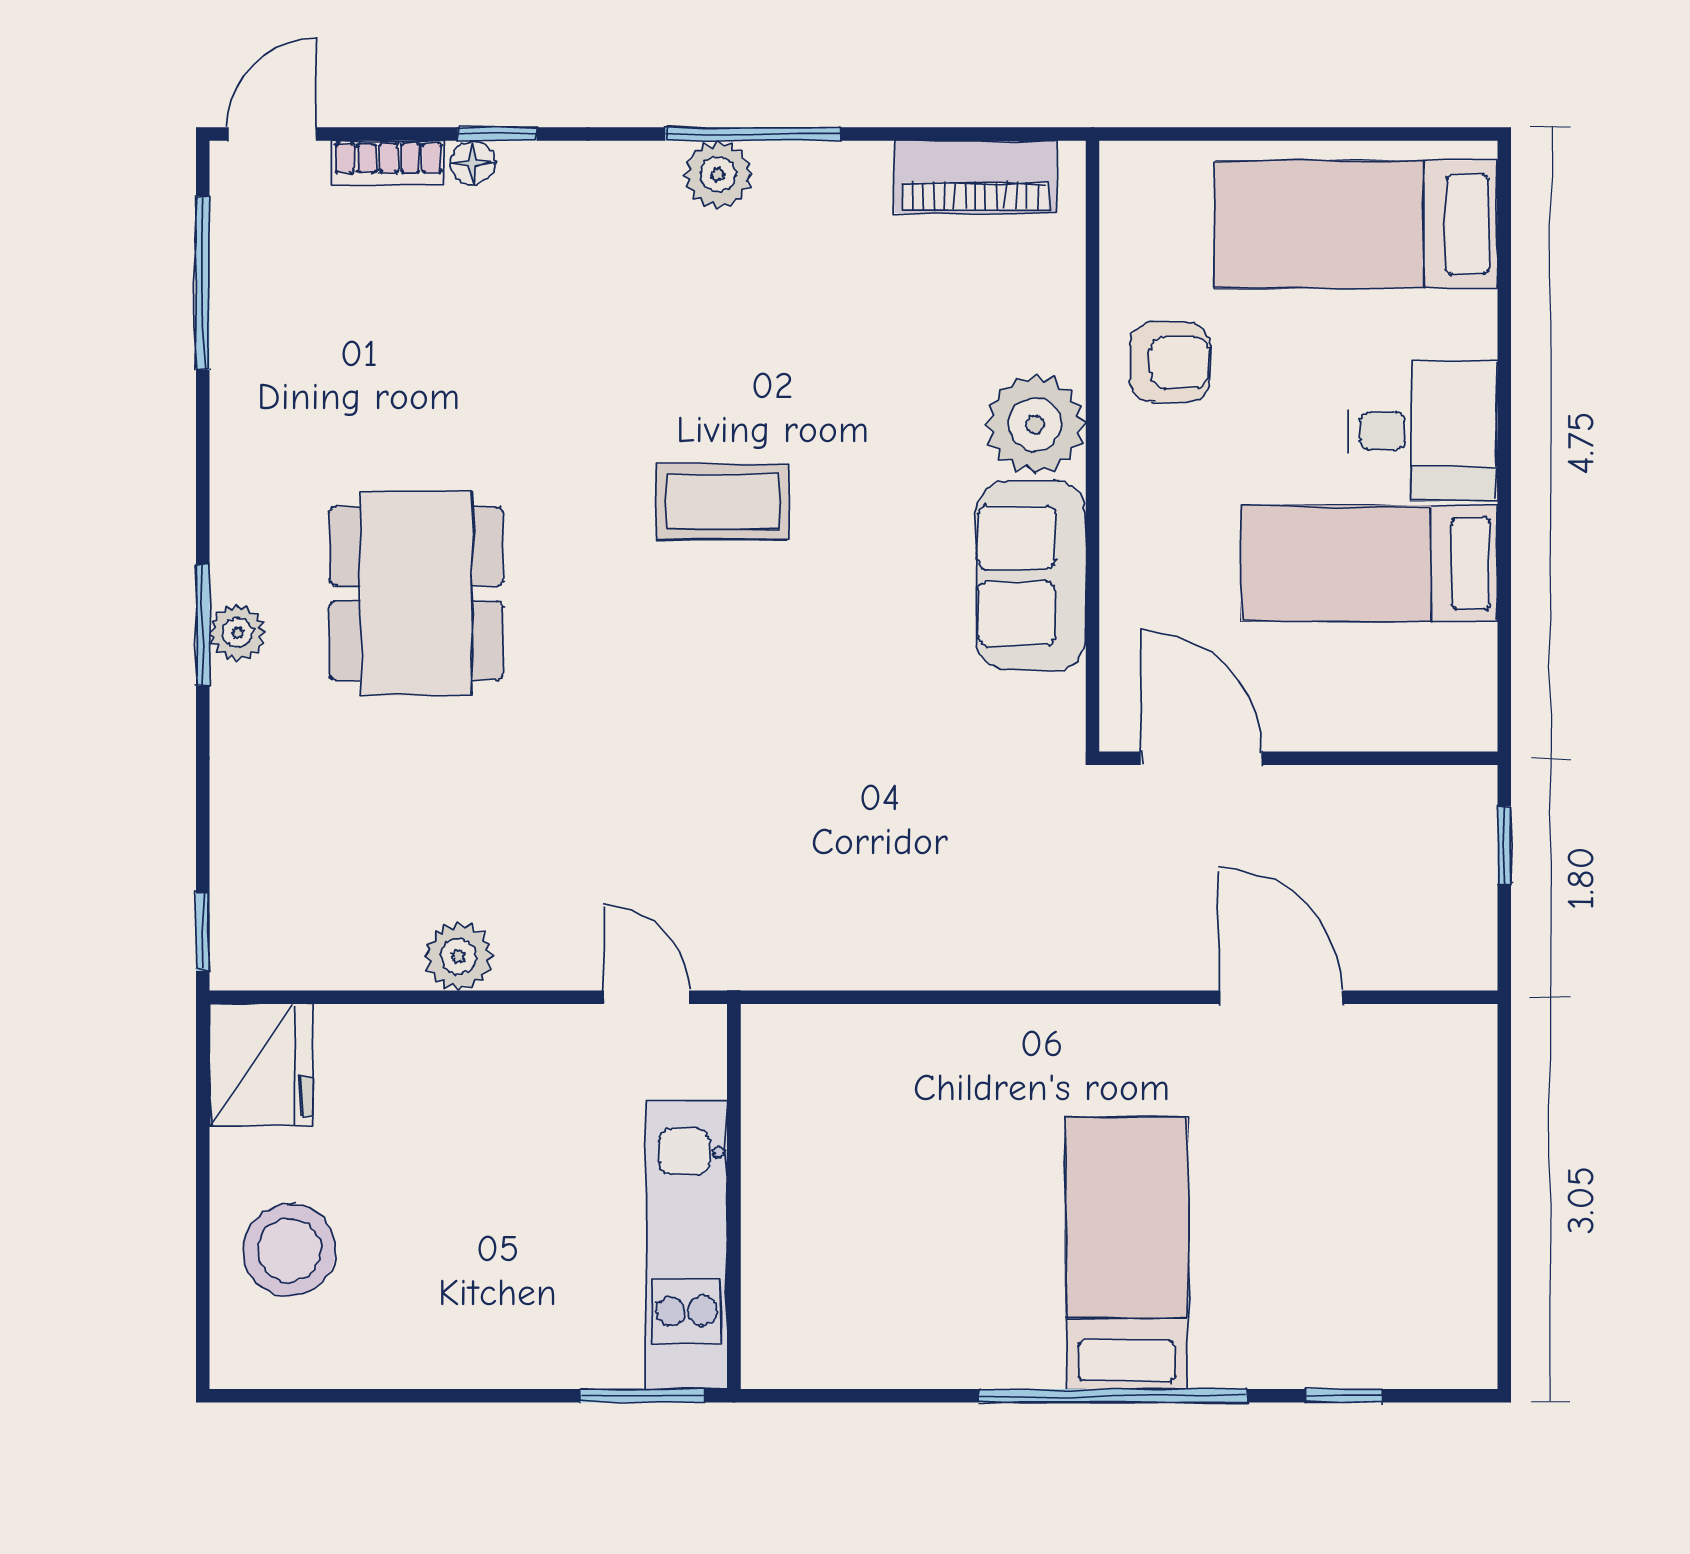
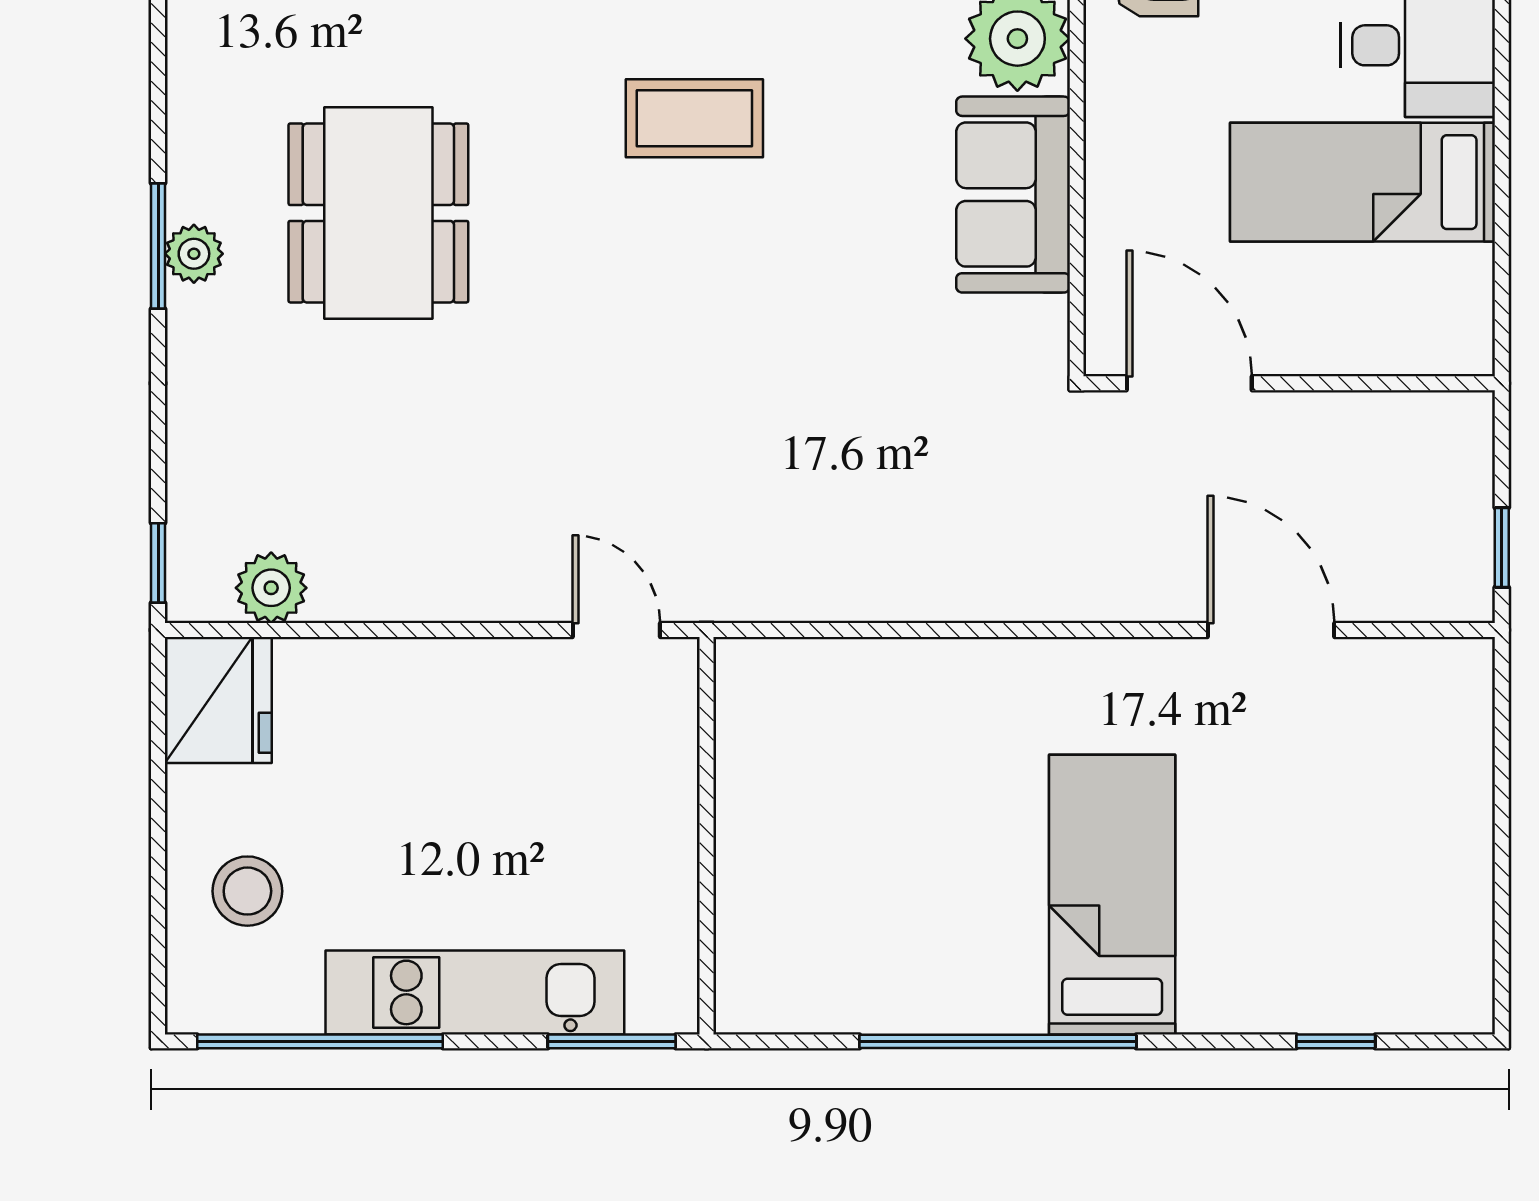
window: (1504, 845) -> (1502, 548), moved
plant: (458, 956) -> (271, 588), moved
kitchen unit: (687, 1245) -> (475, 992), moved, turned 90
stool: (289, 1250) -> (247, 891), width x0.73, depth x0.73
window: (360, 1396) -> (320, 1041), added
window: (1113, 1396) -> (998, 1041), moved

